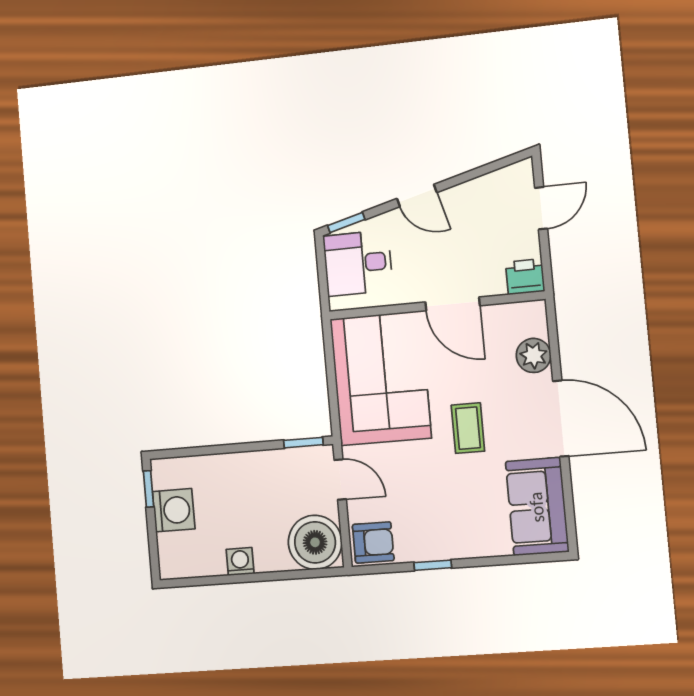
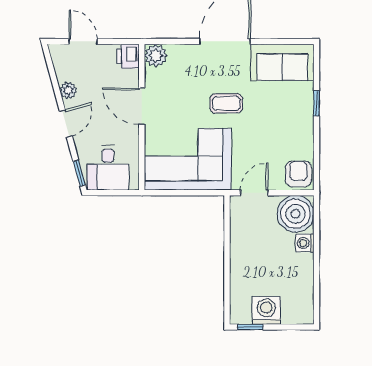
plant: (466, 194) -> (68, 90), added
door: (453, 304) -> (142, 106), swing flipped
plant: (534, 355) -> (156, 55), moved
window: (303, 443) -> (227, 216), removed
washing machine: (240, 561) -> (305, 243), moved
window: (433, 565) -> (317, 103), moved

